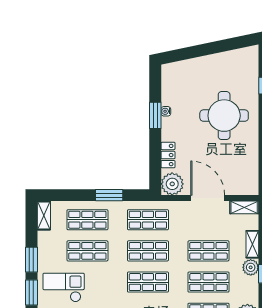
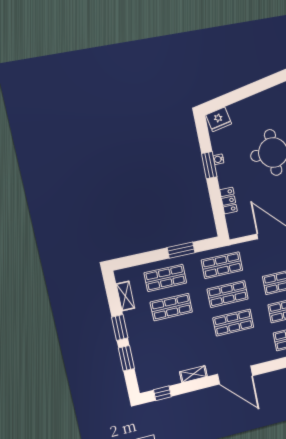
fridge: (174, 71) -> (219, 119), added
plant: (172, 184) -> (238, 227), removed
shelving: (44, 216) -> (125, 296), moved
checkout: (64, 287) -> (156, 346), removed

